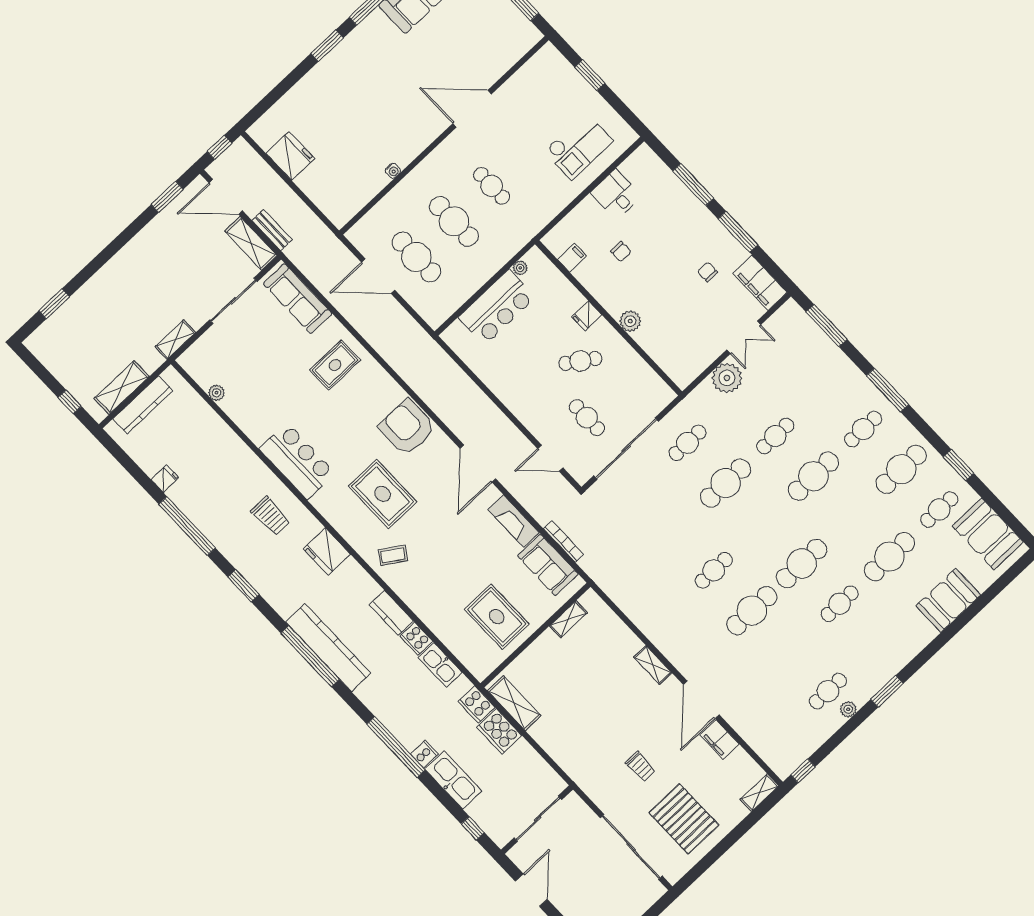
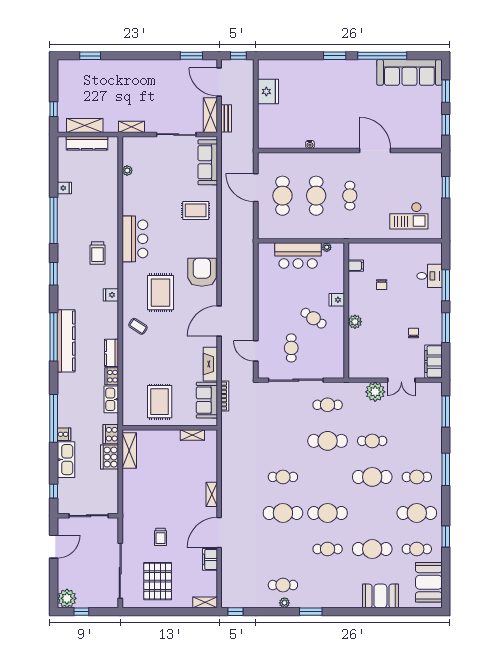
desk: (616, 194) -> (430, 276), moved, turned 90
fridge: (327, 552) -> (111, 295), width x0.53, depth x0.75

